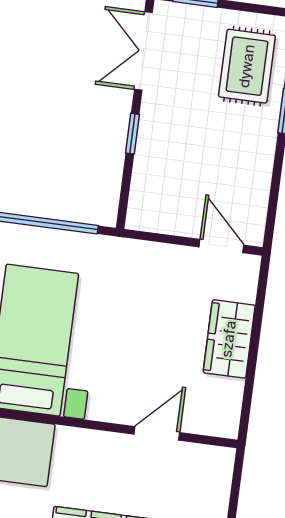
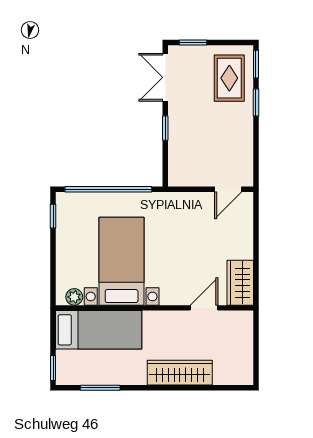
door: (221, 246) -> (228, 189), swing flipped
wardrobe: (229, 339) -> (240, 283), moved

